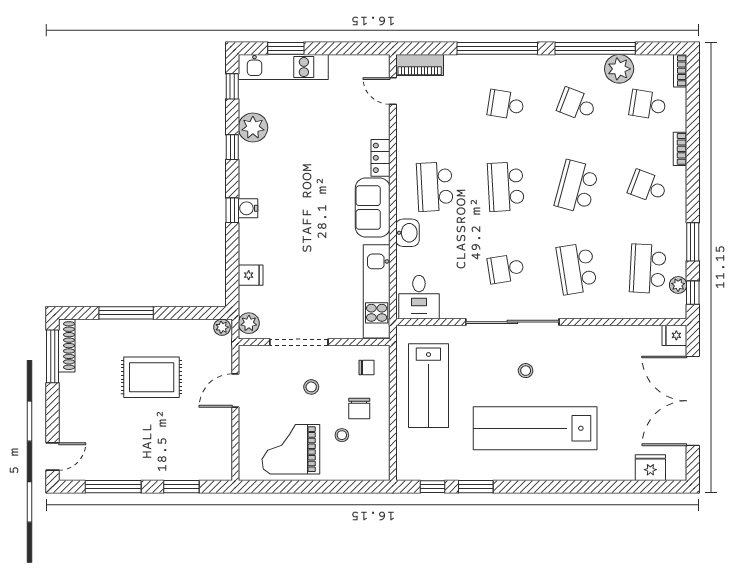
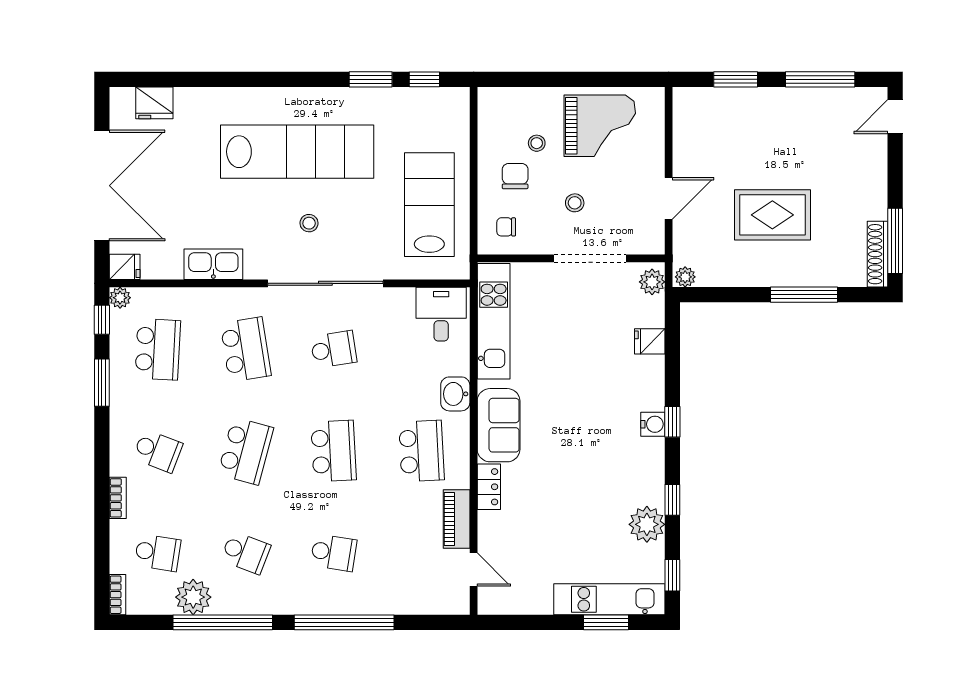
piano: (420, 65) -> (457, 519), moved, turned -90
plant: (678, 285) -> (120, 298), moved
kitchen sink: (603, 337) -> (213, 264), added

